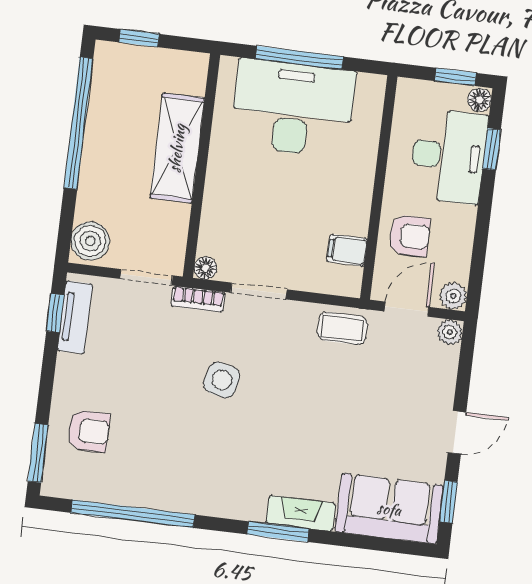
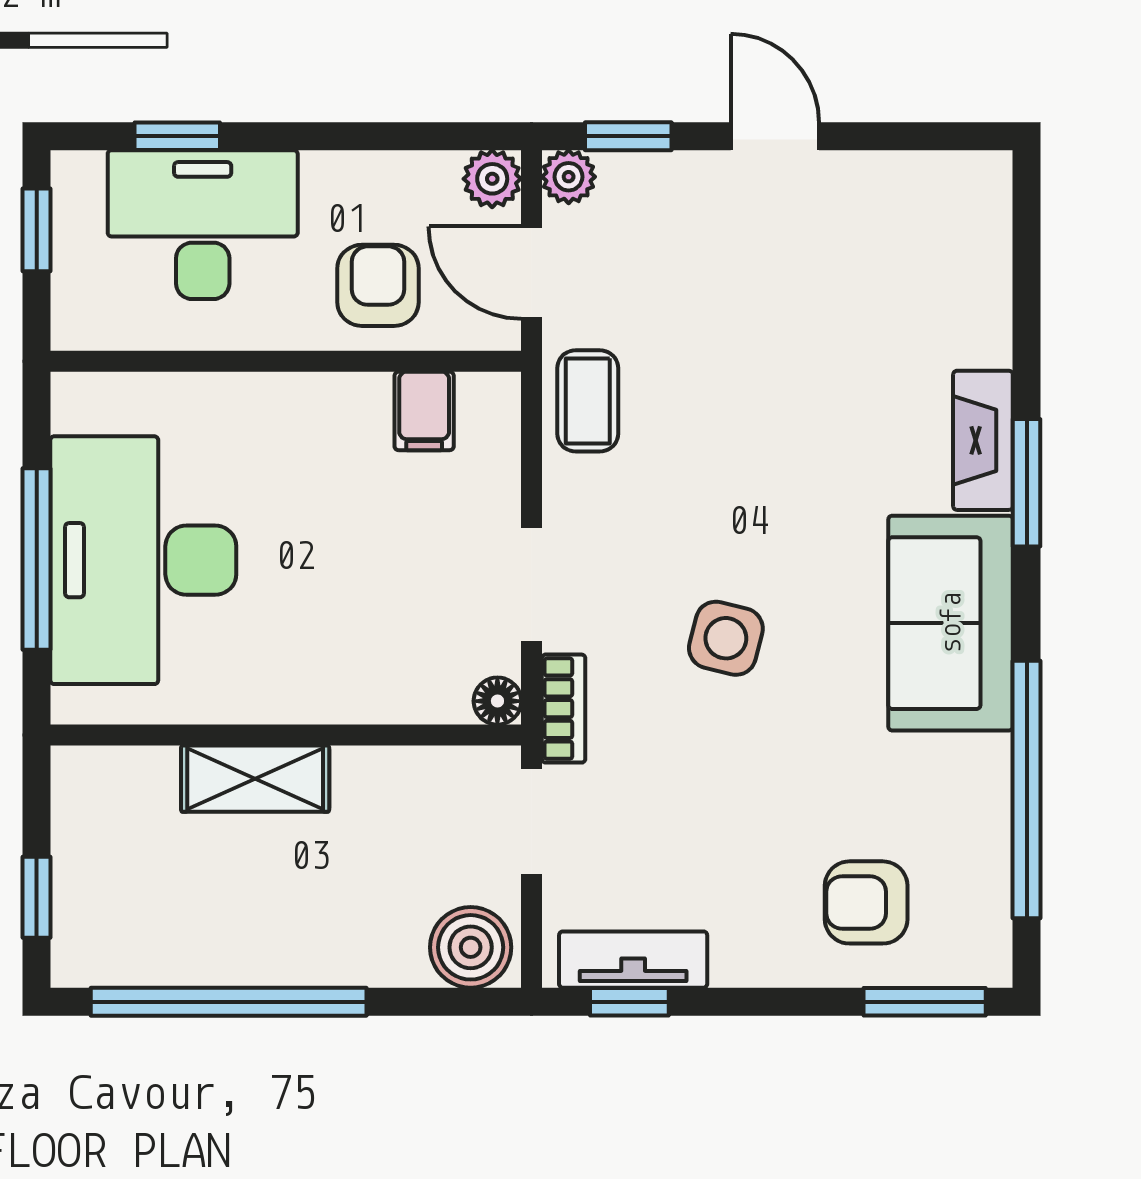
floor lamp: (479, 100) -> (78, 174), removed
shelving: (177, 148) -> (255, 779), width x0.67, depth x0.75
armchair: (88, 431) -> (866, 902), turned -90
window: (448, 502) -> (628, 136), moved
sofa: (389, 509) -> (951, 623), moved

